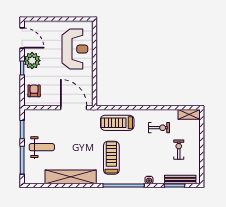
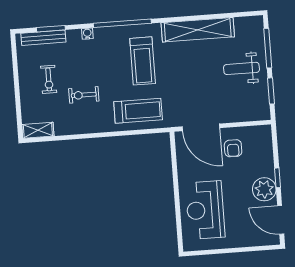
armchair: (34, 91) -> (233, 148), moved
exercise bike: (159, 128) -> (84, 95), moved

